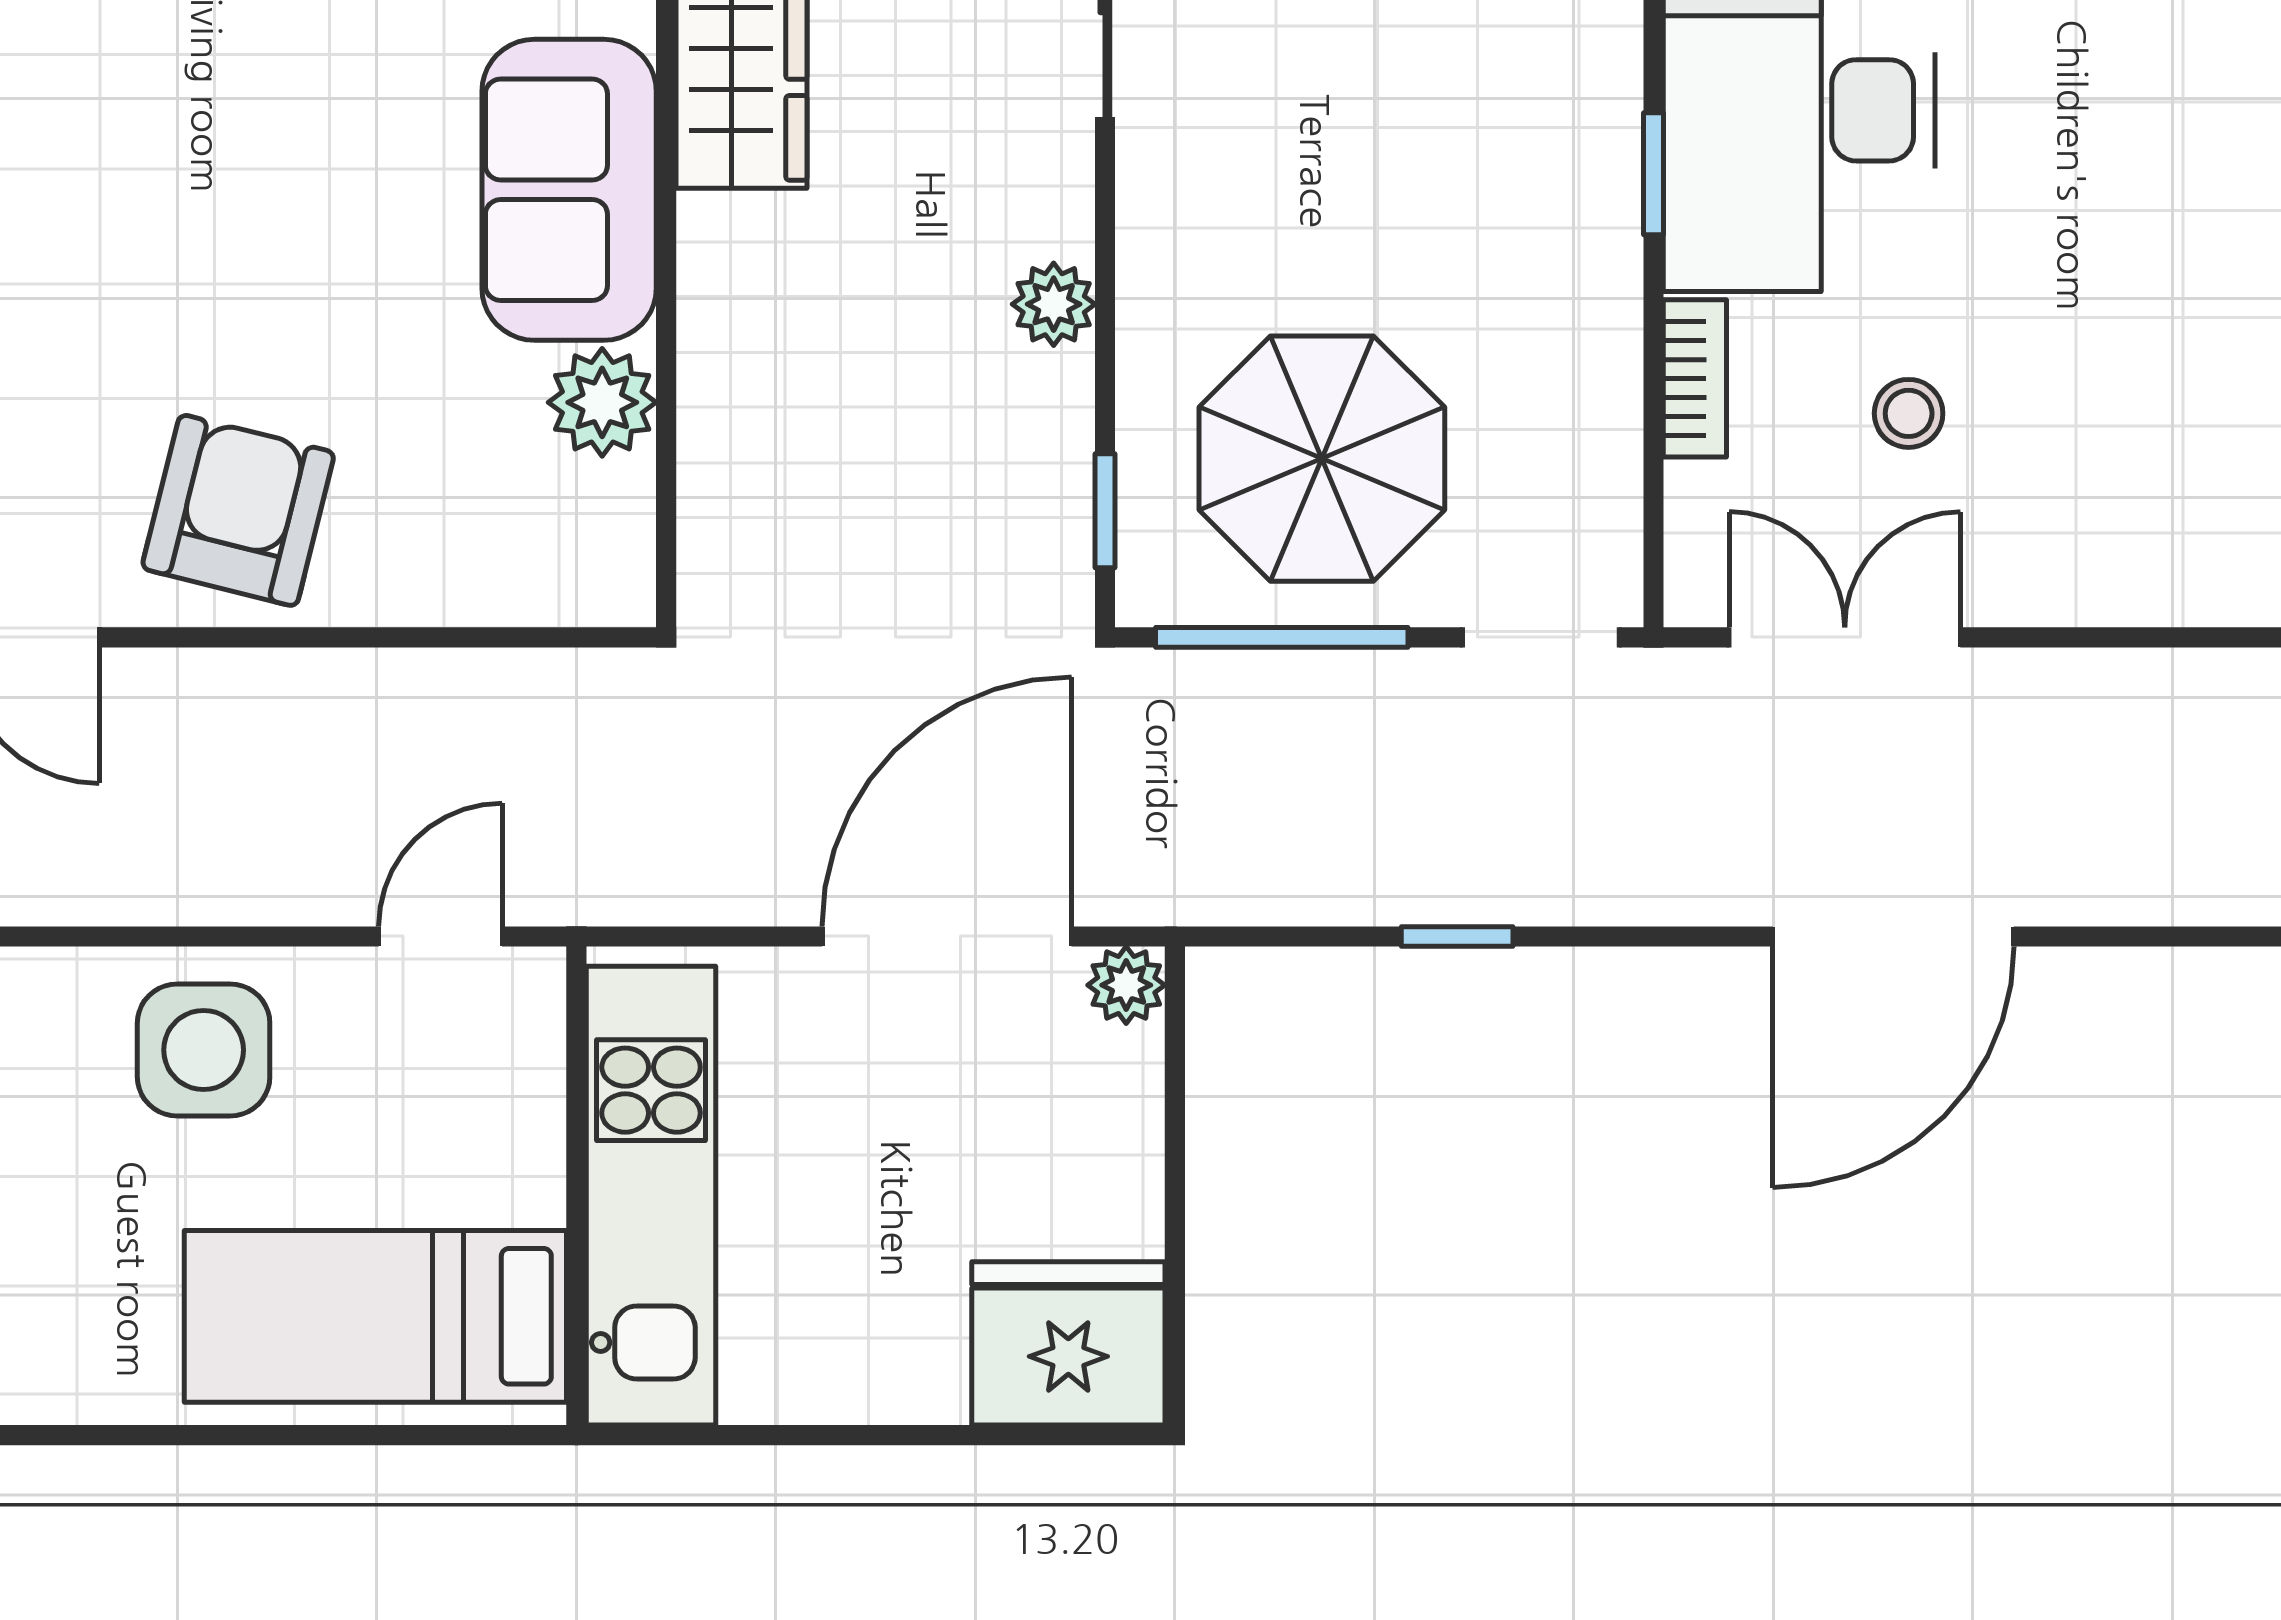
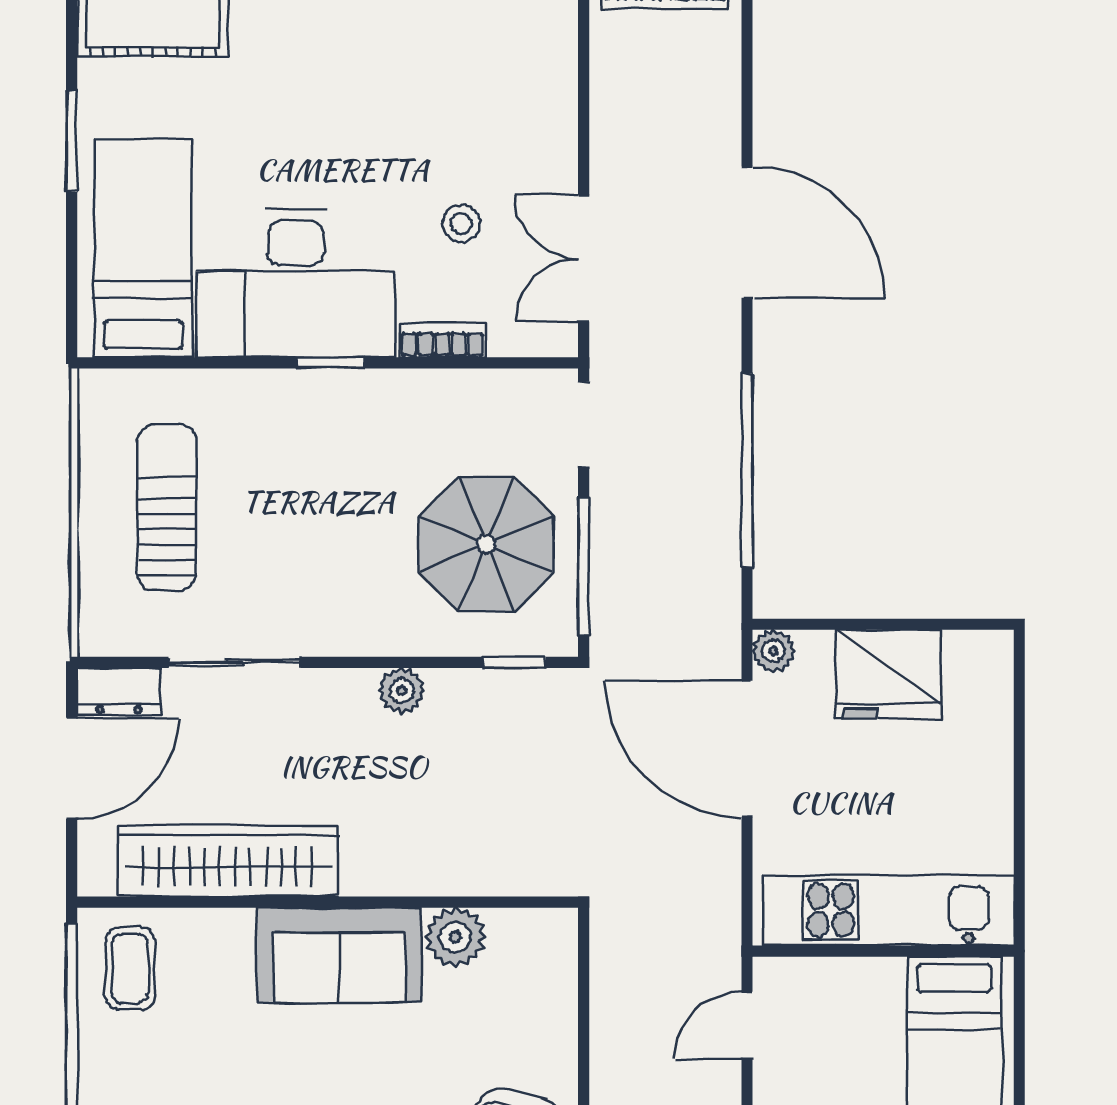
door: (440, 936) -> (747, 1025), hinge flipped
window: (1457, 936) -> (747, 470), width x3.17
fridge: (1068, 1343) -> (888, 674), moved, turned -90

